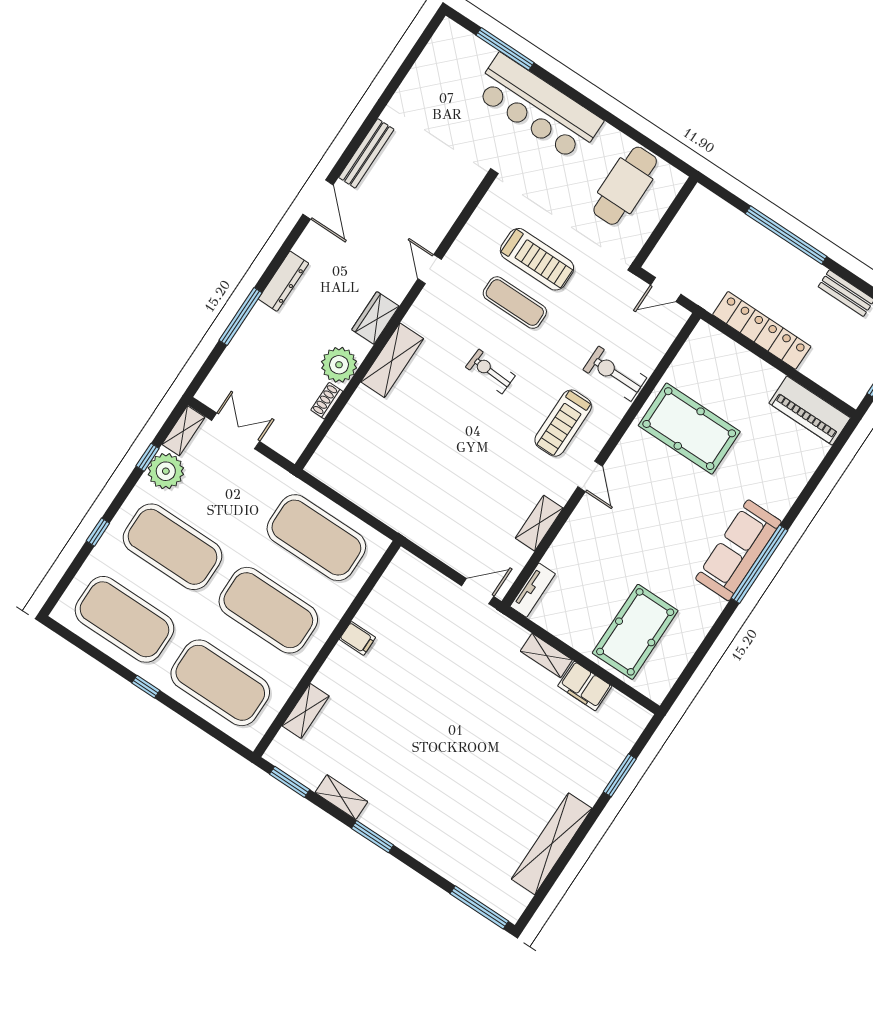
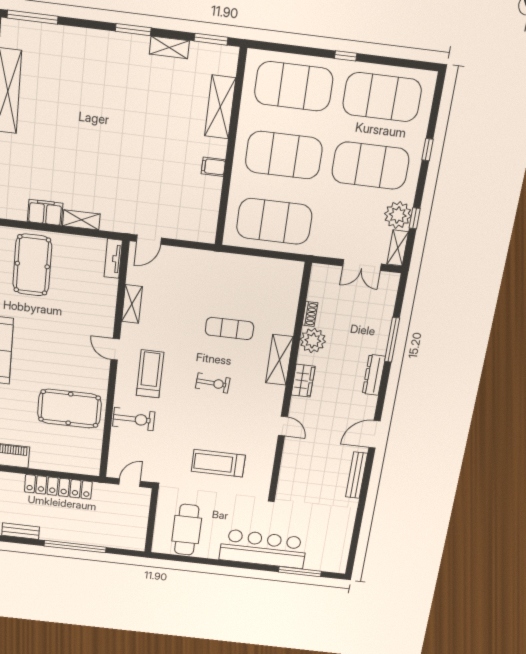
door: (318, 199) -> (374, 434), hinge flipped
exercise mat: (515, 303) -> (230, 328), moved
shelving: (306, 711) -> (220, 107), width x1.50, depth x1.33

